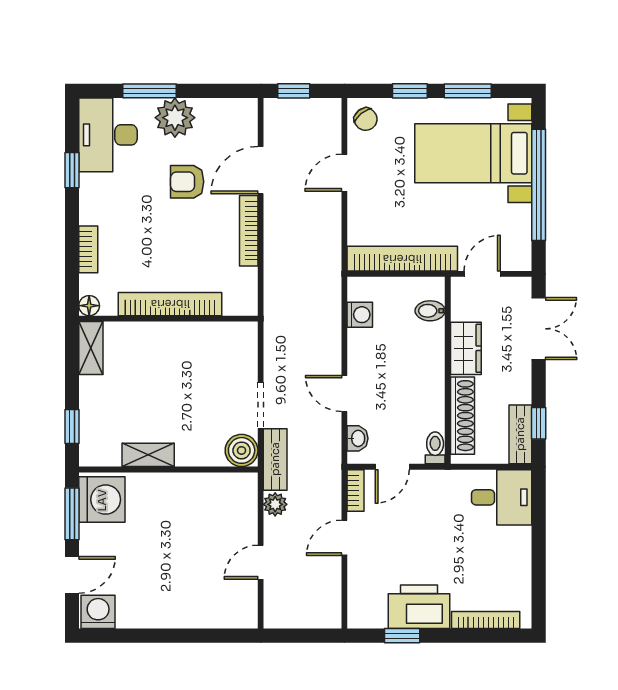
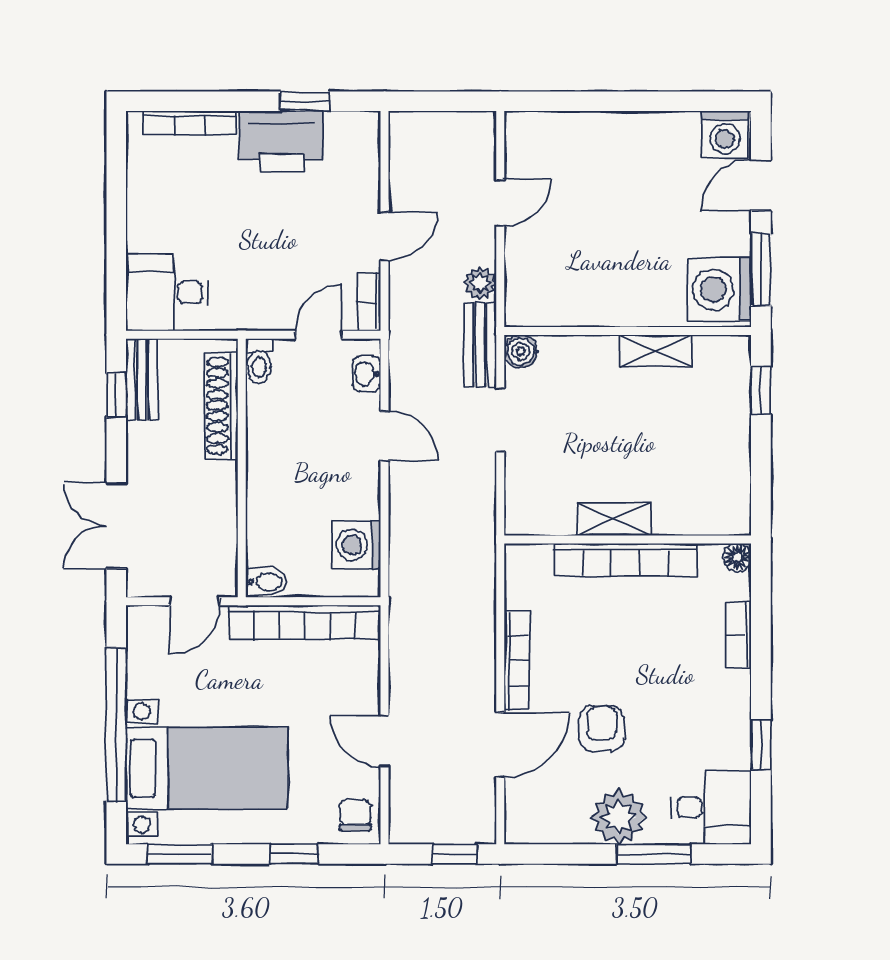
window: (468, 91) -> (179, 854), moved
chair: (366, 119) -> (355, 815), turned 39
desk: (108, 135) -> (711, 807), width x0.73
door: (344, 173) -> (385, 741), swing flipped
armchair: (187, 182) -> (602, 729), turned -90
bidet: (430, 311) -> (266, 582), moved
washing machine: (360, 315) -> (357, 545), width x1.38, depth x1.38
shelving: (91, 348) -> (614, 519), moved, turned 90
wardrobe: (466, 348) -> (217, 498), removed
boiler: (242, 450) -> (521, 351), width x0.73, depth x0.73

